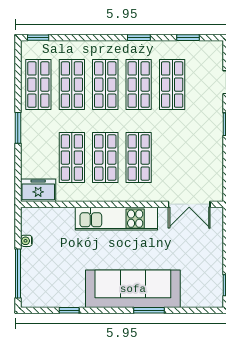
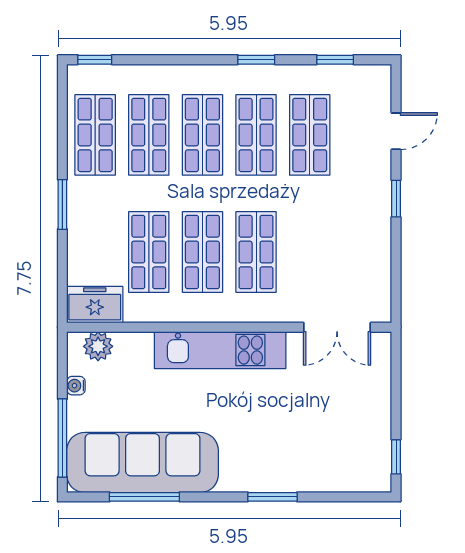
plant: (40, 216) -> (98, 346), added
sofa: (133, 289) -> (143, 463), moved
window: (69, 310) -> (144, 497), width x2.17

